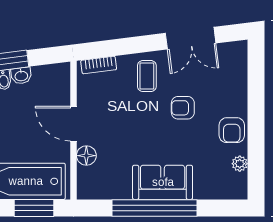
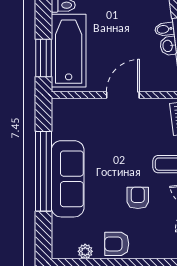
floor lamp: (86, 156) -> (93, 107), removed
sofa: (163, 182) -> (68, 179), width x1.36

